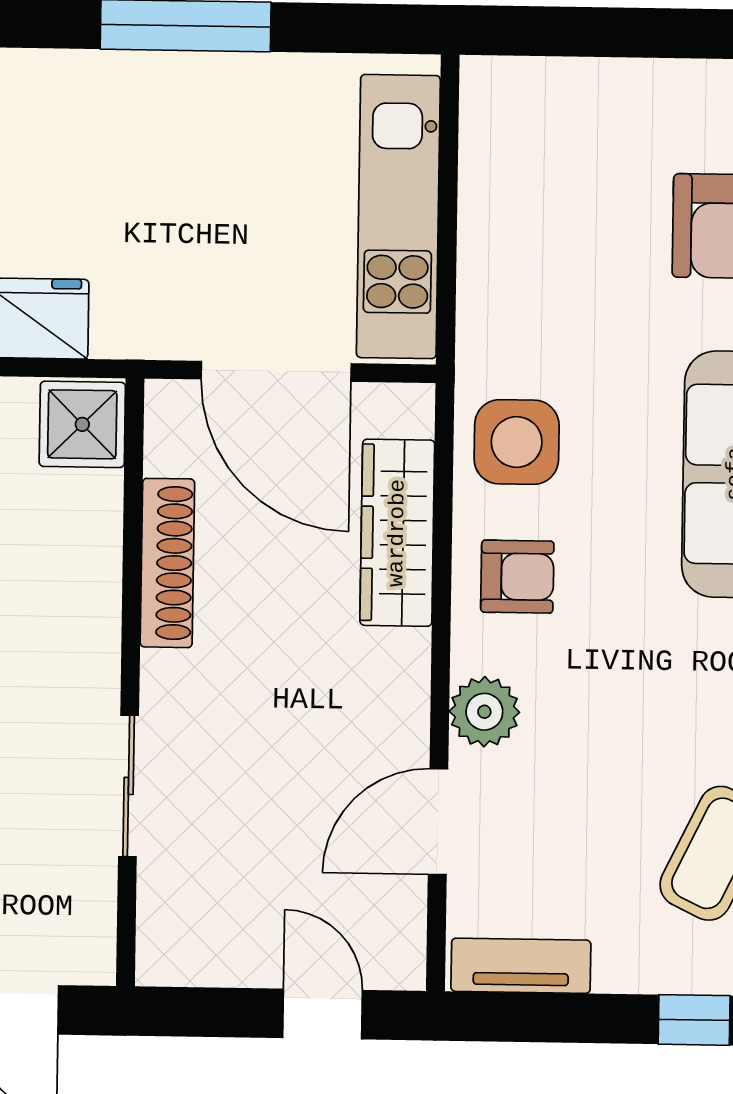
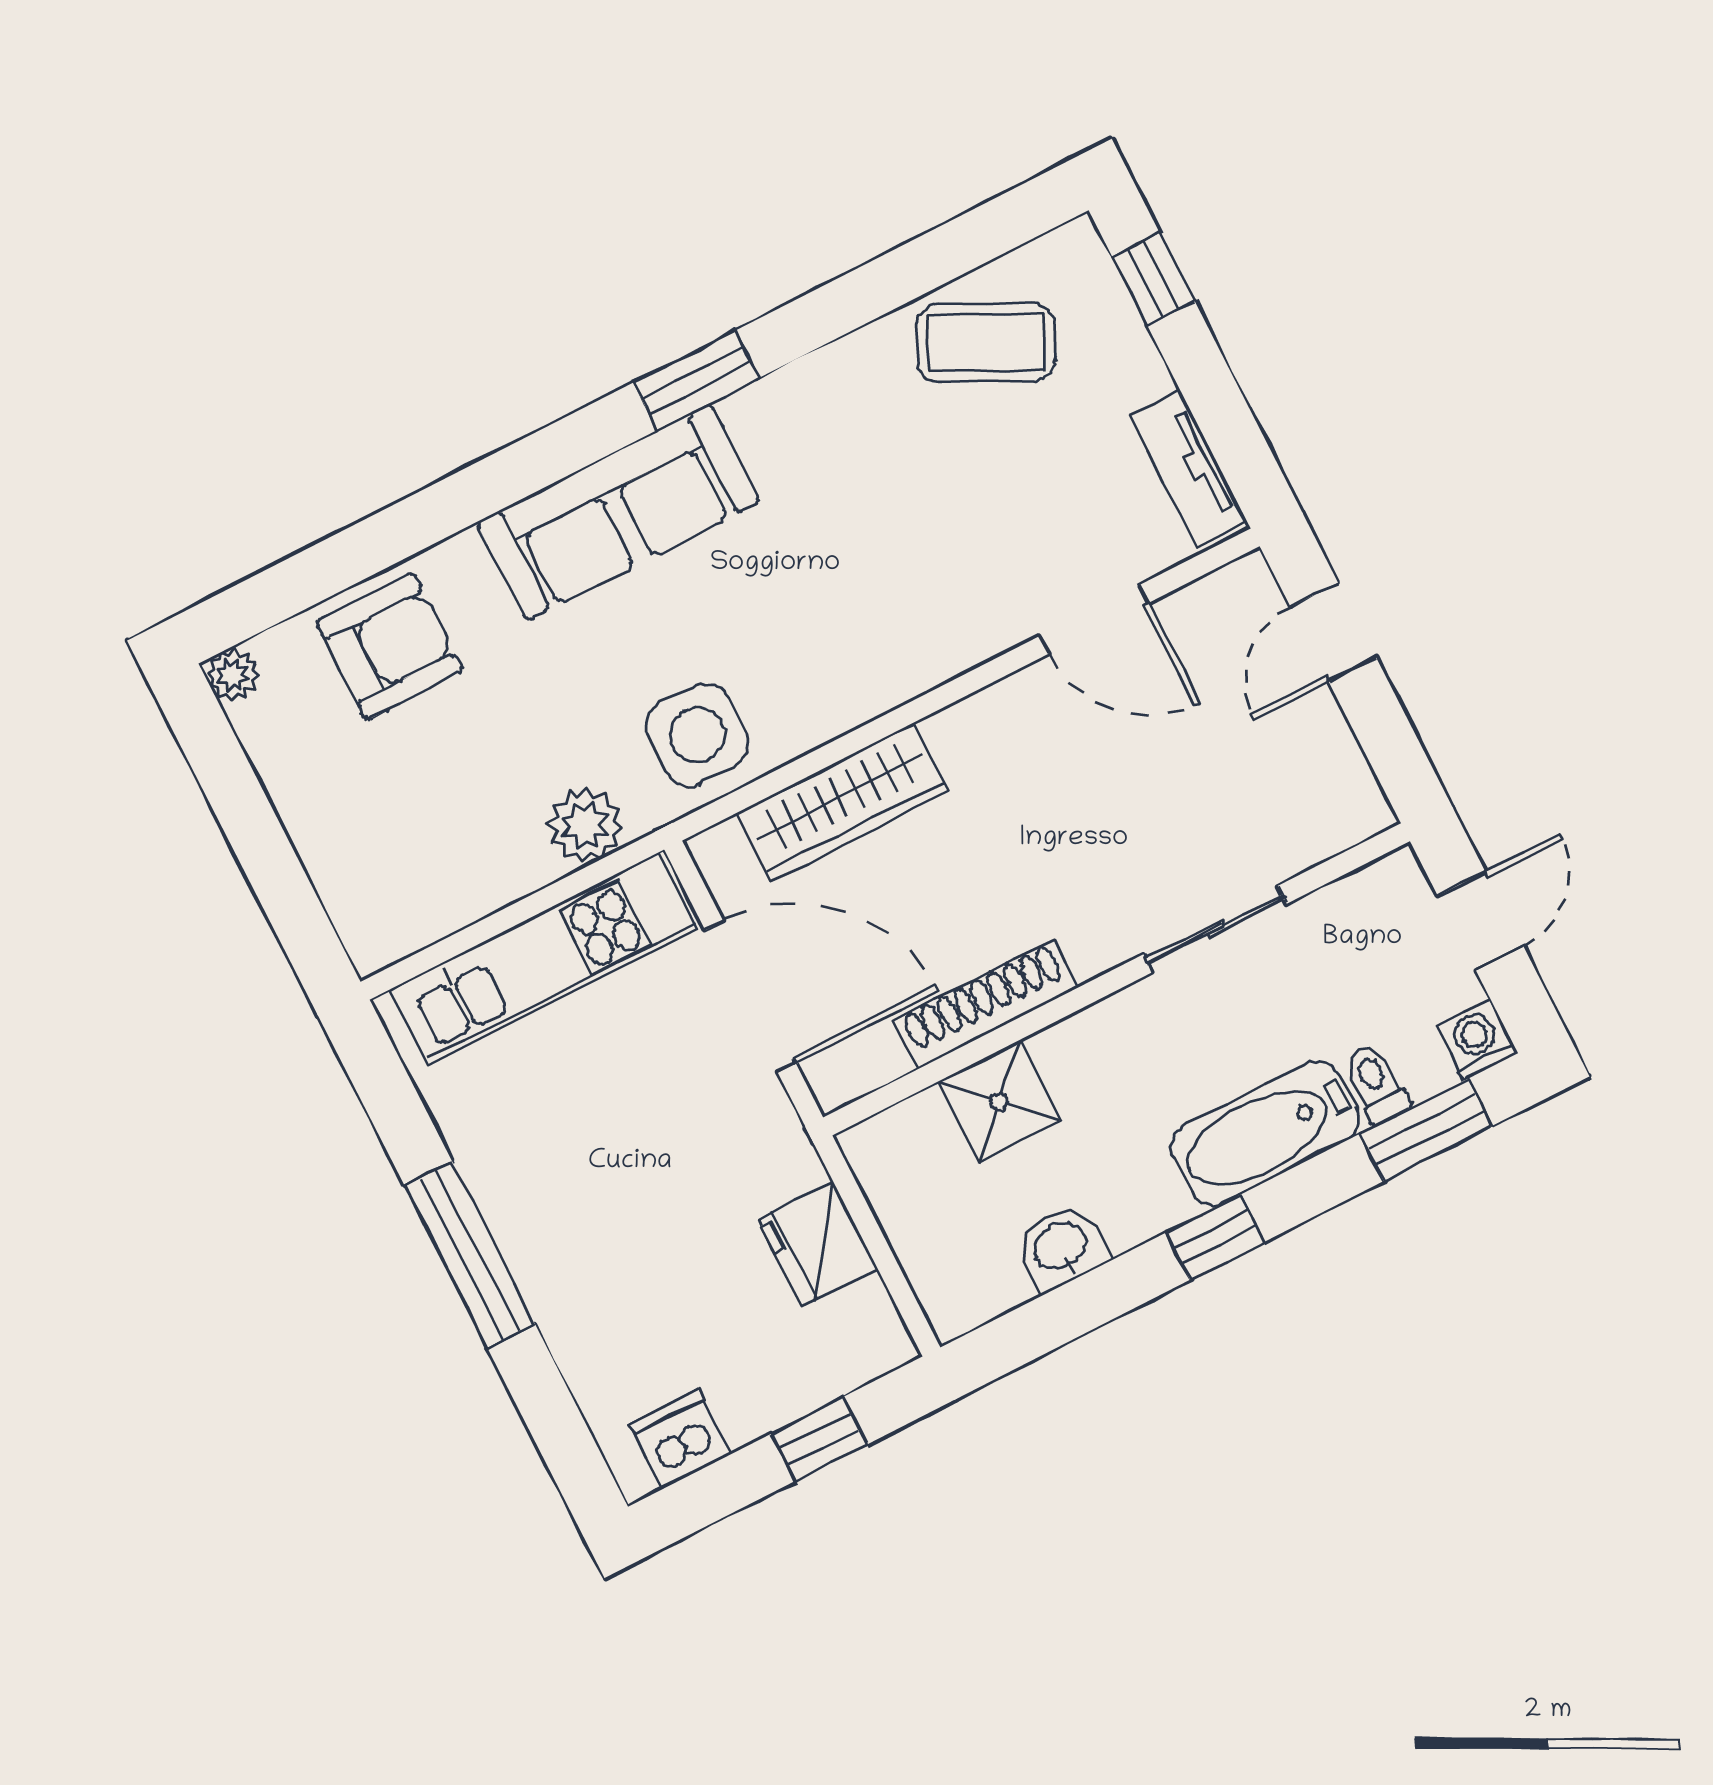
door: (276, 371) -> (750, 997), hinge flipped
shower: (82, 424) -> (999, 1101), moved
armchair: (517, 577) -> (824, 667), removed
plant: (484, 712) -> (585, 825), moved

